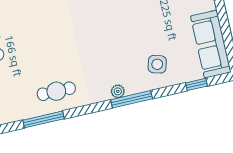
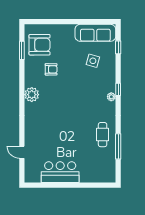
side table: (157, 64) -> (93, 61), moved
window: (132, 99) -> (118, 89), width x0.46

